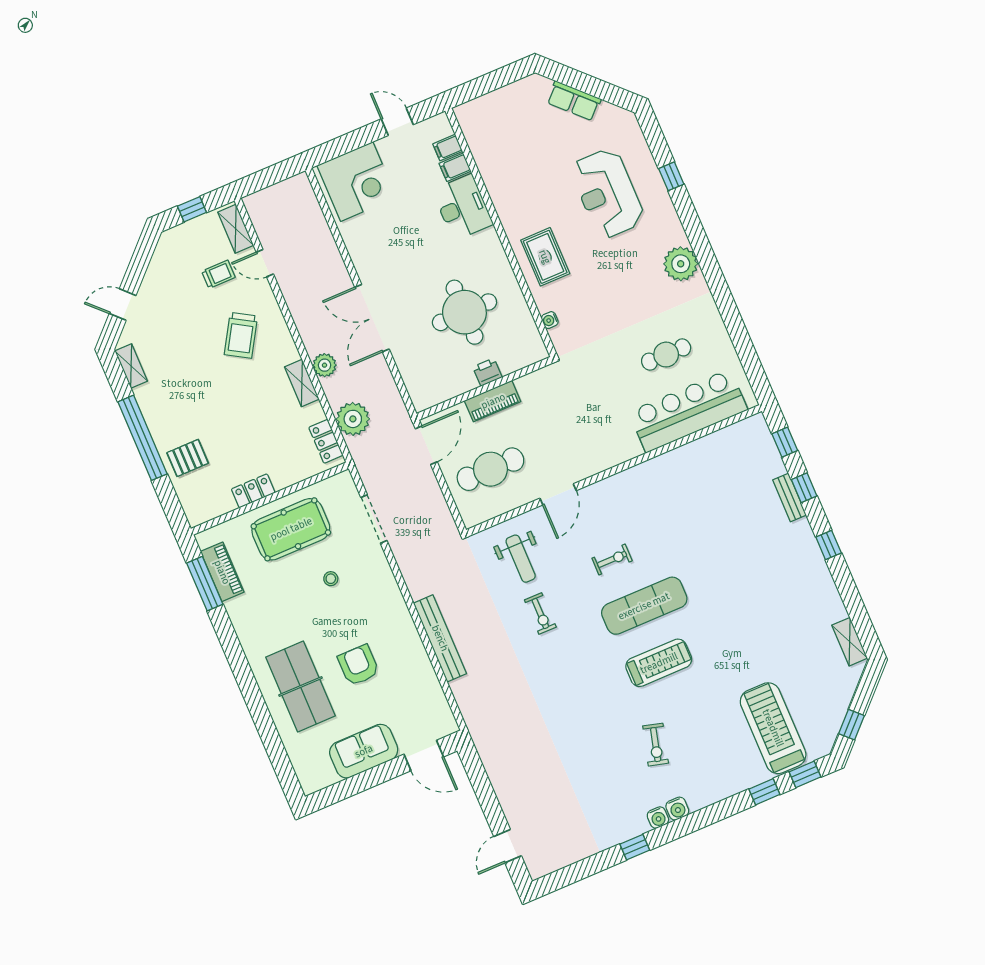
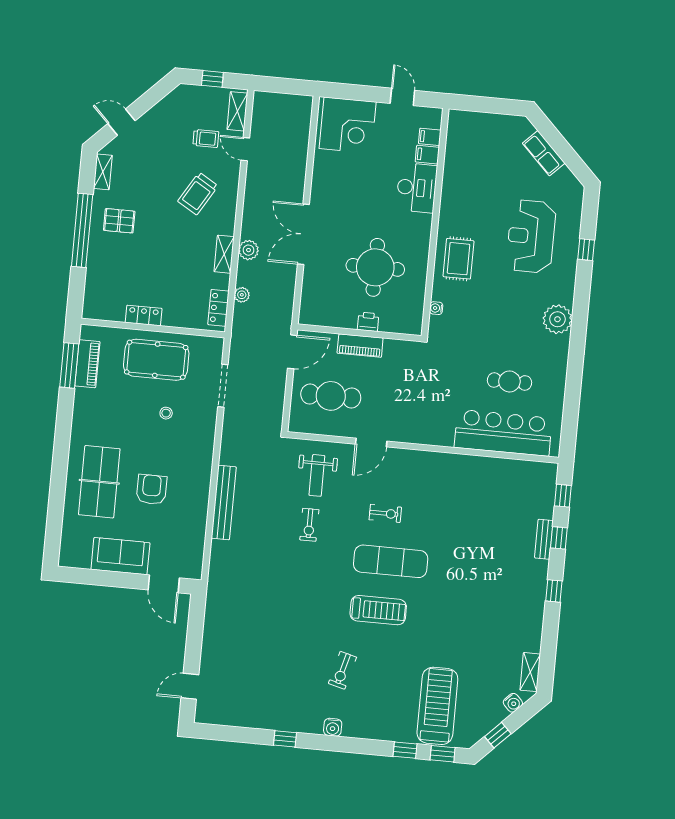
plant: (353, 419) -> (242, 295), width x0.53, depth x0.53
pallet: (188, 458) -> (119, 221), moved
water cooler: (658, 818) -> (513, 703), moved, turned -45

